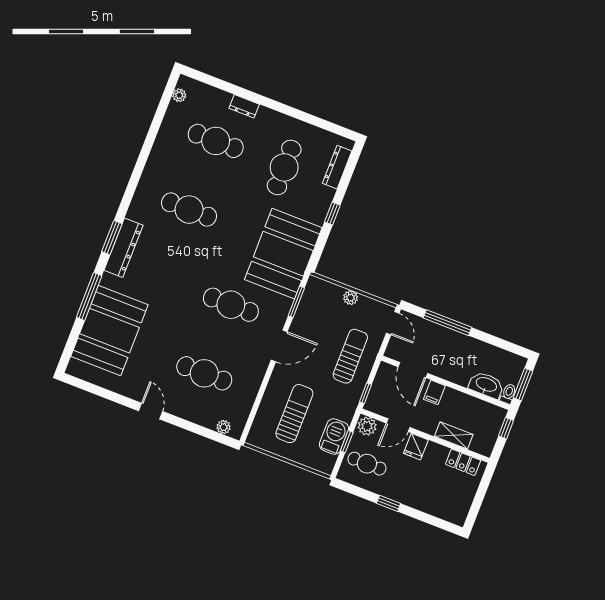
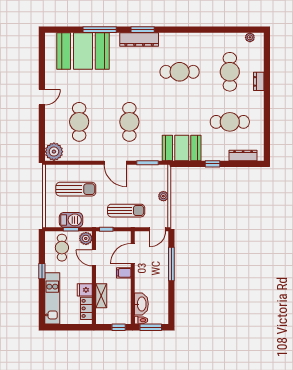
cafe table: (189, 210) -> (180, 72), turned 90
booth: (283, 254) -> (182, 148), width x0.73, depth x0.70
plant: (224, 427) -> (54, 152), width x1.88, depth x1.88
fridge: (416, 447) -> (85, 290), moved
kitchen unit: (431, 504) -> (52, 298), added

